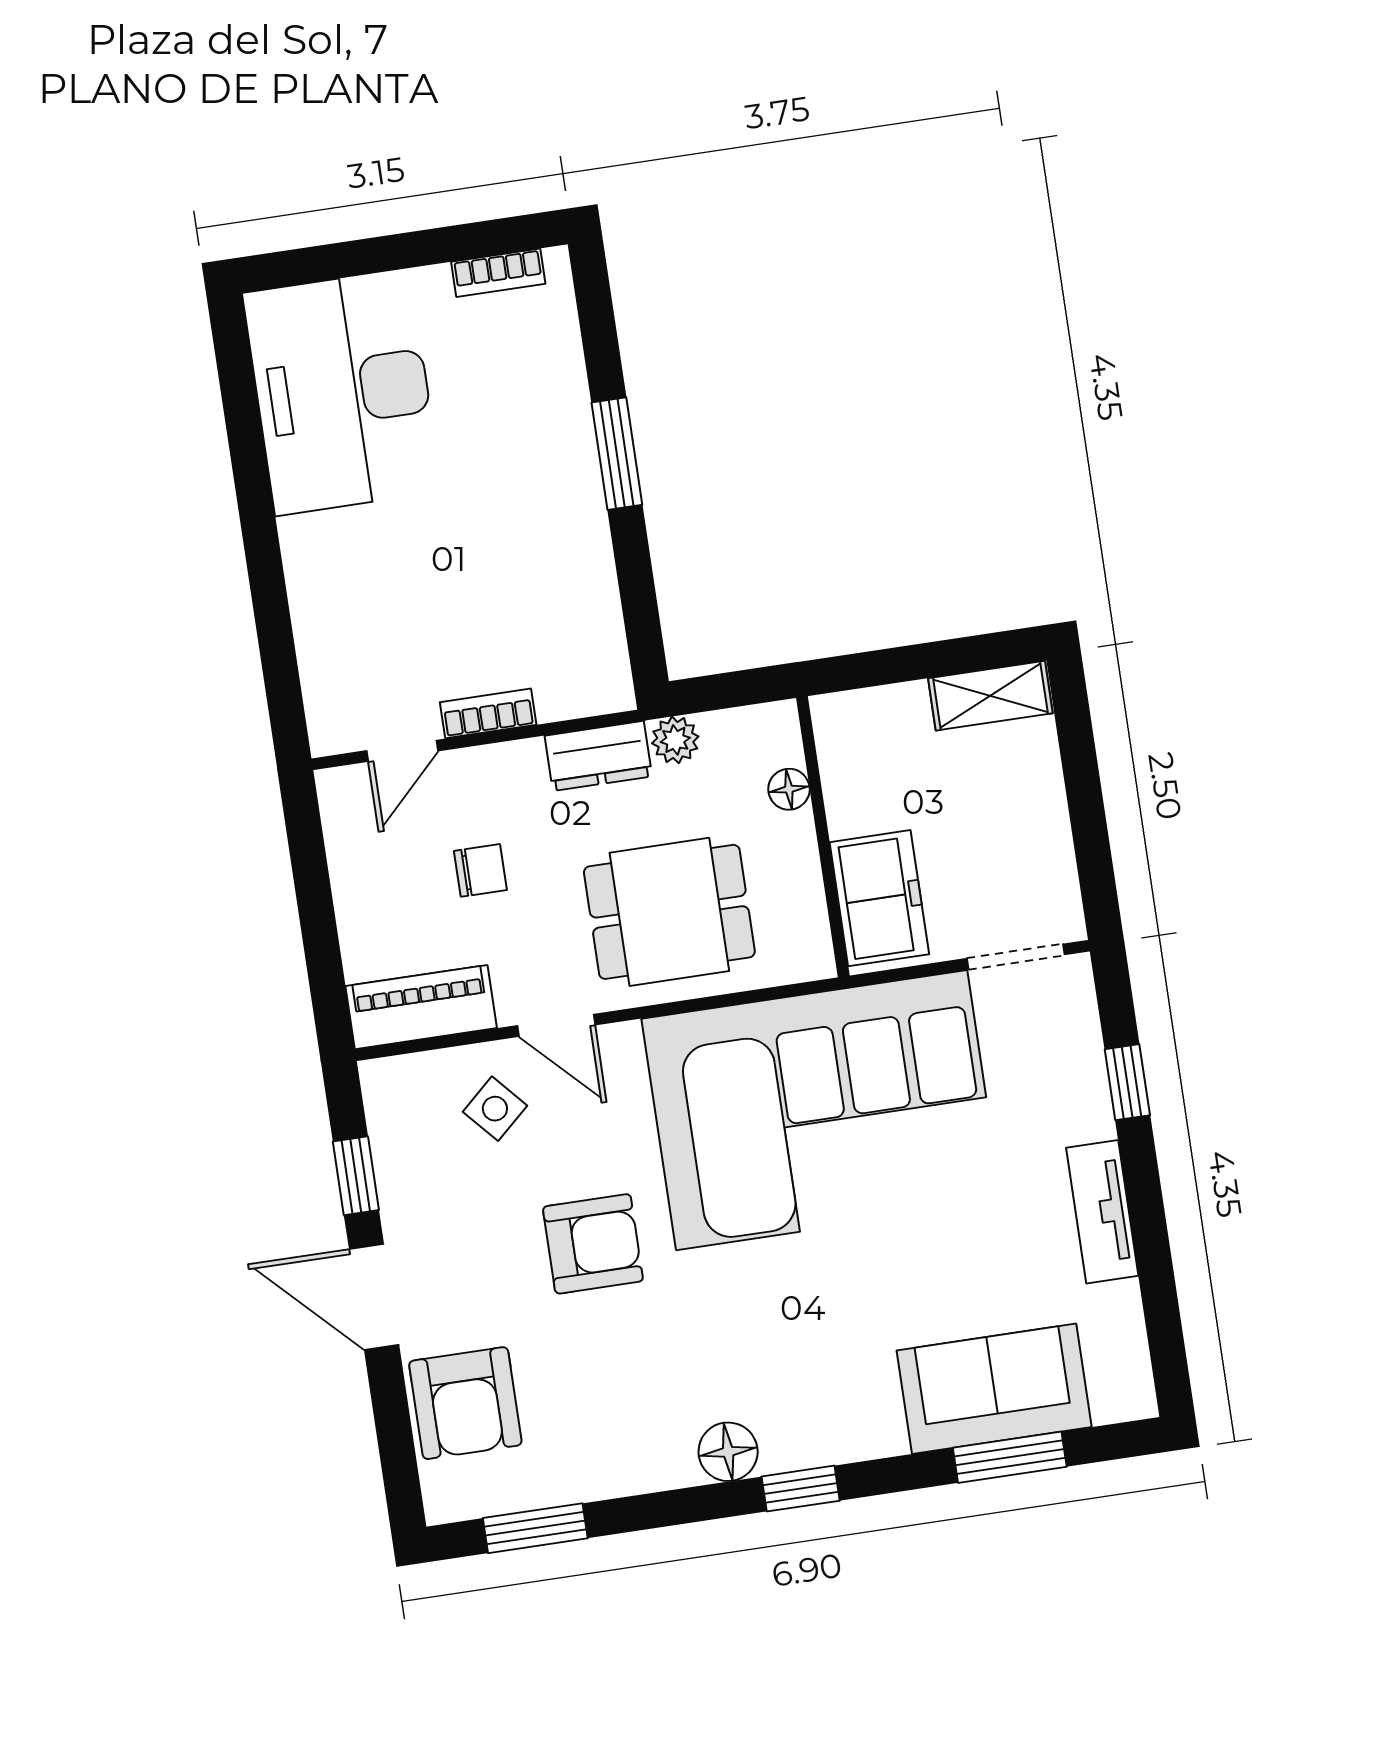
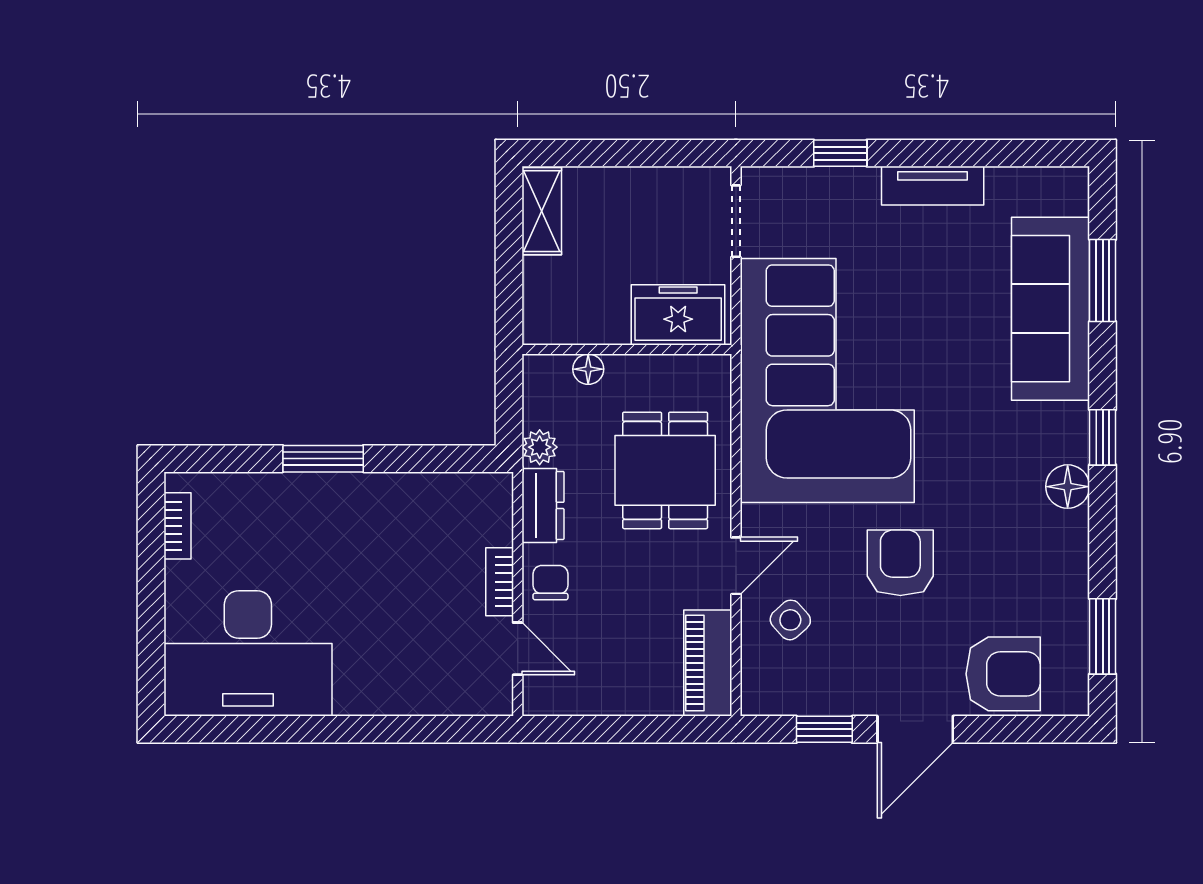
chair: (480, 870) -> (550, 583), moved
sofa: (994, 1389) -> (1051, 309), width x1.36

